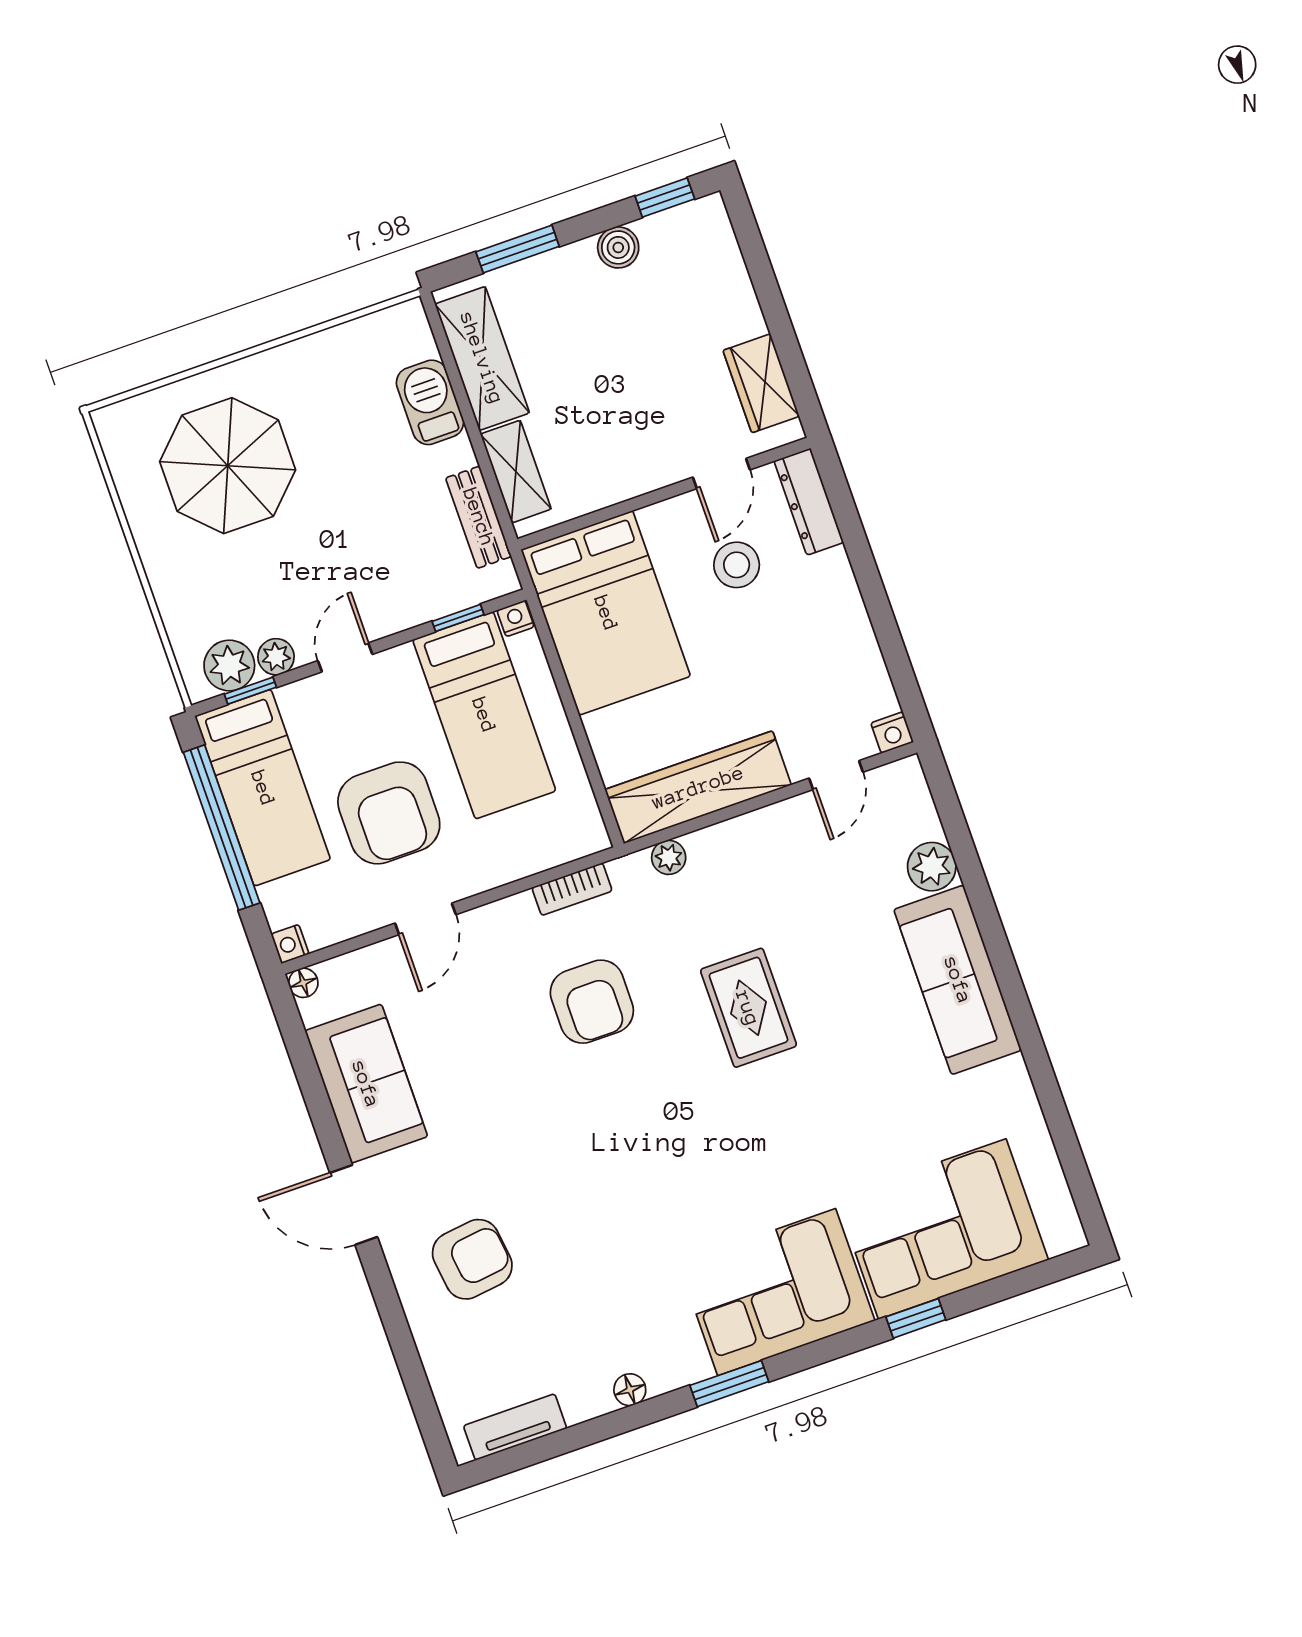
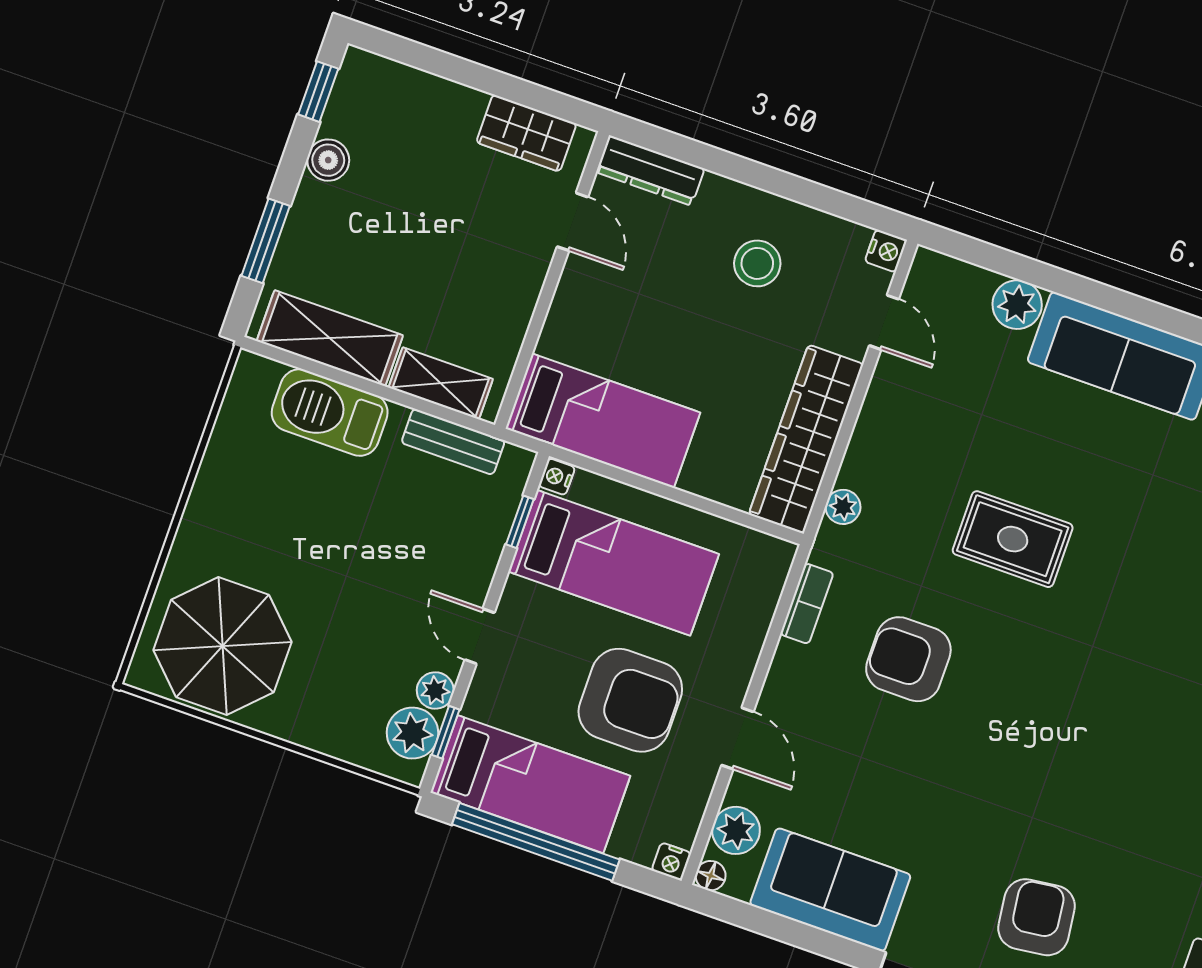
barbecue: (430, 402) -> (330, 413), width x1.37, depth x1.21
parasol: (228, 466) -> (222, 646), moved
stool: (737, 565) -> (757, 263), moved
bed: (606, 613) -> (603, 421), width x0.67
plant: (354, 975) -> (736, 830), added
armchair: (592, 1002) -> (908, 659), turned 180

